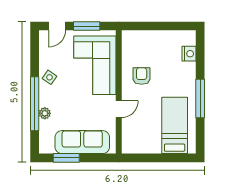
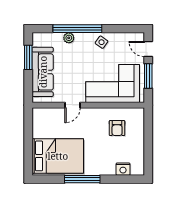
armchair: (142, 76) -> (117, 128), moved, turned 90
door: (119, 109) -> (73, 105), hinge flipped
bed: (175, 125) -> (58, 156), width x1.50

